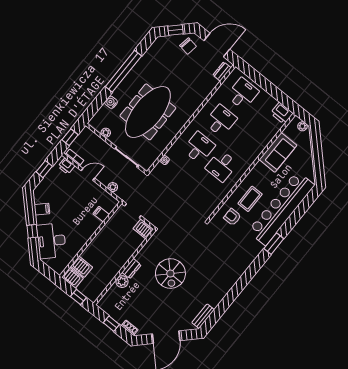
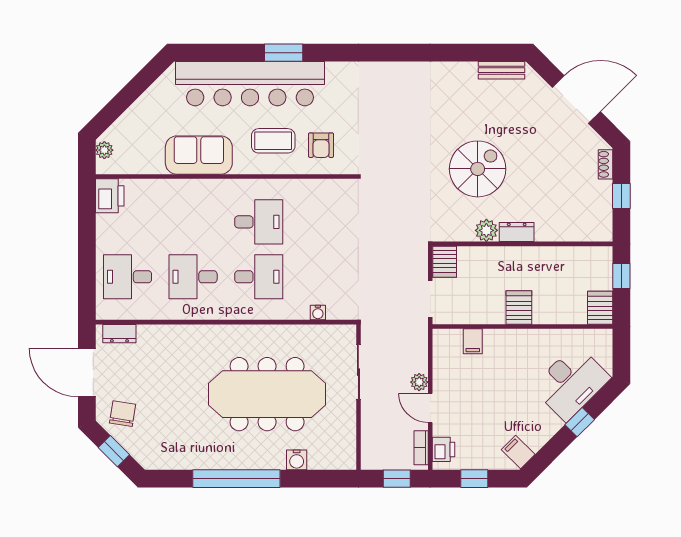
plant: (106, 133) -> (348, 431), removed
desk: (199, 148) -> (259, 277), turned 180
sofa: (278, 152) -> (199, 155), moved
plant: (113, 187) -> (419, 382), moved
filing cabinet: (42, 209) -> (518, 452), moved
window: (274, 244) -> (284, 53), moved
server rack: (82, 267) -> (519, 307), moved
plant: (122, 282) -> (486, 230), moved

